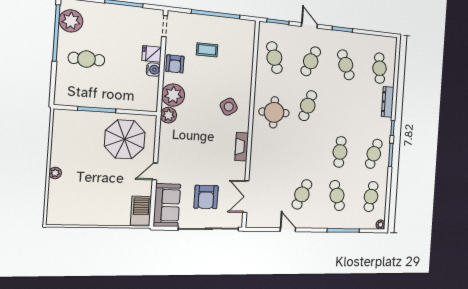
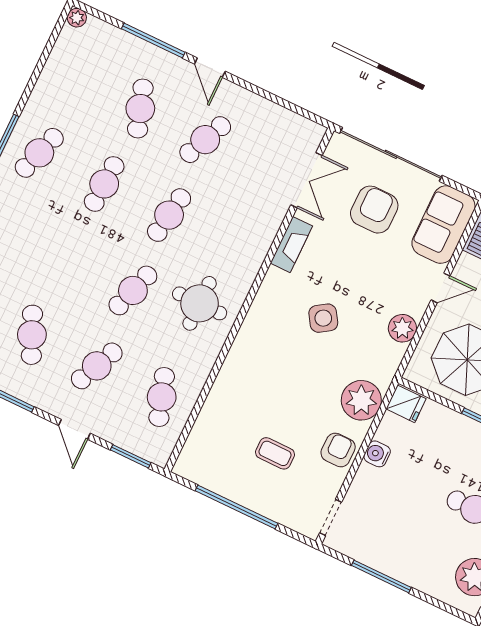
fridge: (152, 54) -> (406, 404), moved
side table: (229, 107) -> (323, 318), moved
plant: (168, 115) -> (402, 328), moved
fireplace: (242, 147) -> (291, 245), moved
cafe table: (371, 197) -> (169, 215), moved
door: (288, 230) -> (210, 68), moved

